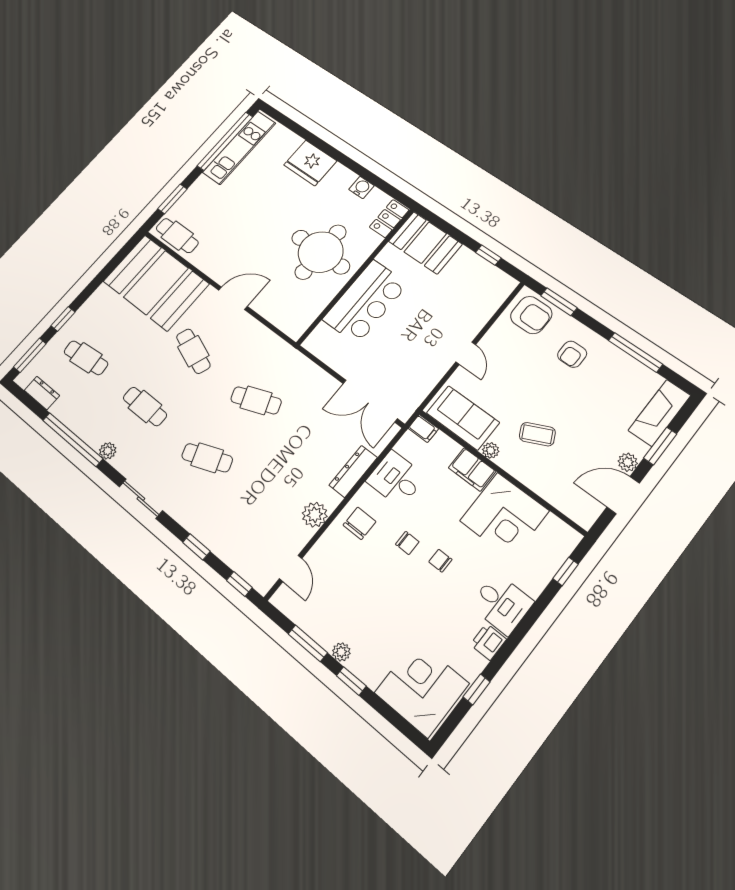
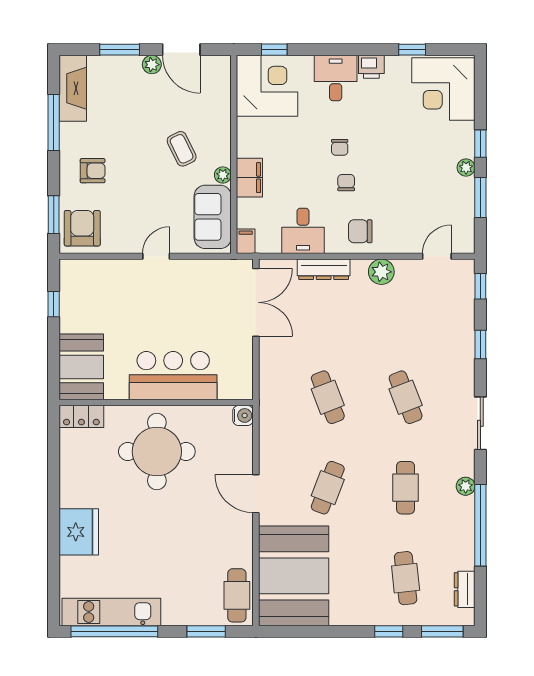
water cooler: (361, 188) -> (243, 415), moved, turned 180
fireplace: (659, 413) -> (73, 88), moved, turned -90
corner desk: (504, 516) -> (267, 86), moved

